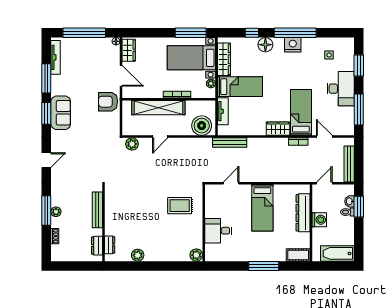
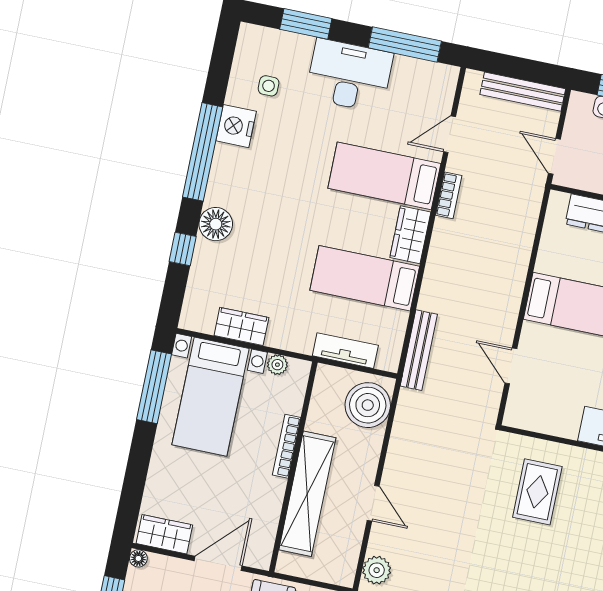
nightstand: (293, 45) -> (236, 126), moved
wardrobe: (224, 59) -> (241, 326), width x0.67
bed: (240, 87) -> (365, 278), moved, turned -90

